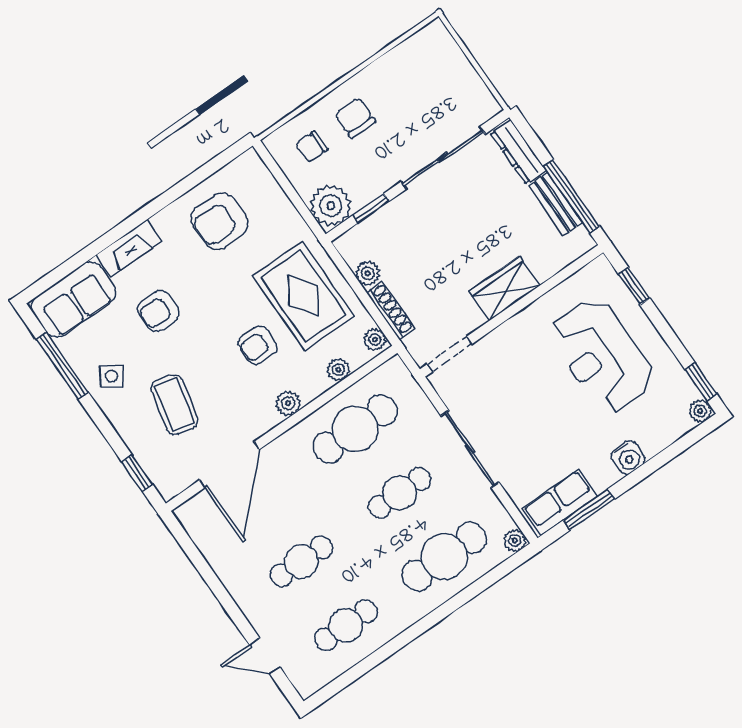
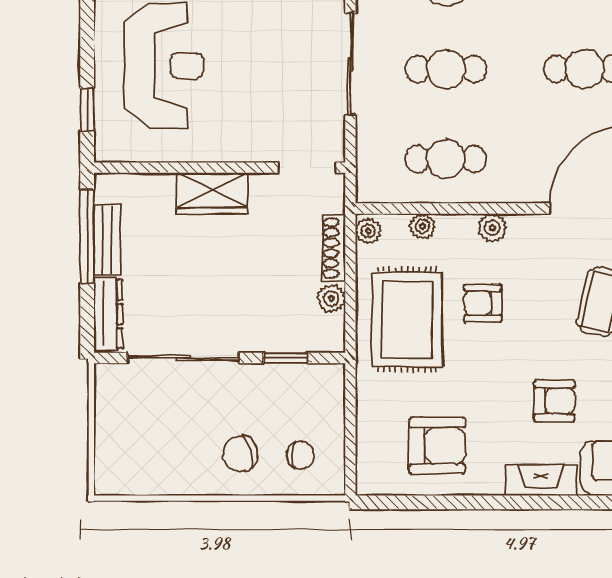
chair: (355, 118) -> (240, 454), turned 73
plant: (331, 206) -> (321, 387), removed
armchair: (258, 345) -> (483, 303), turned 180
cafe table: (355, 429) -> (446, 159), width x0.73, depth x0.74

